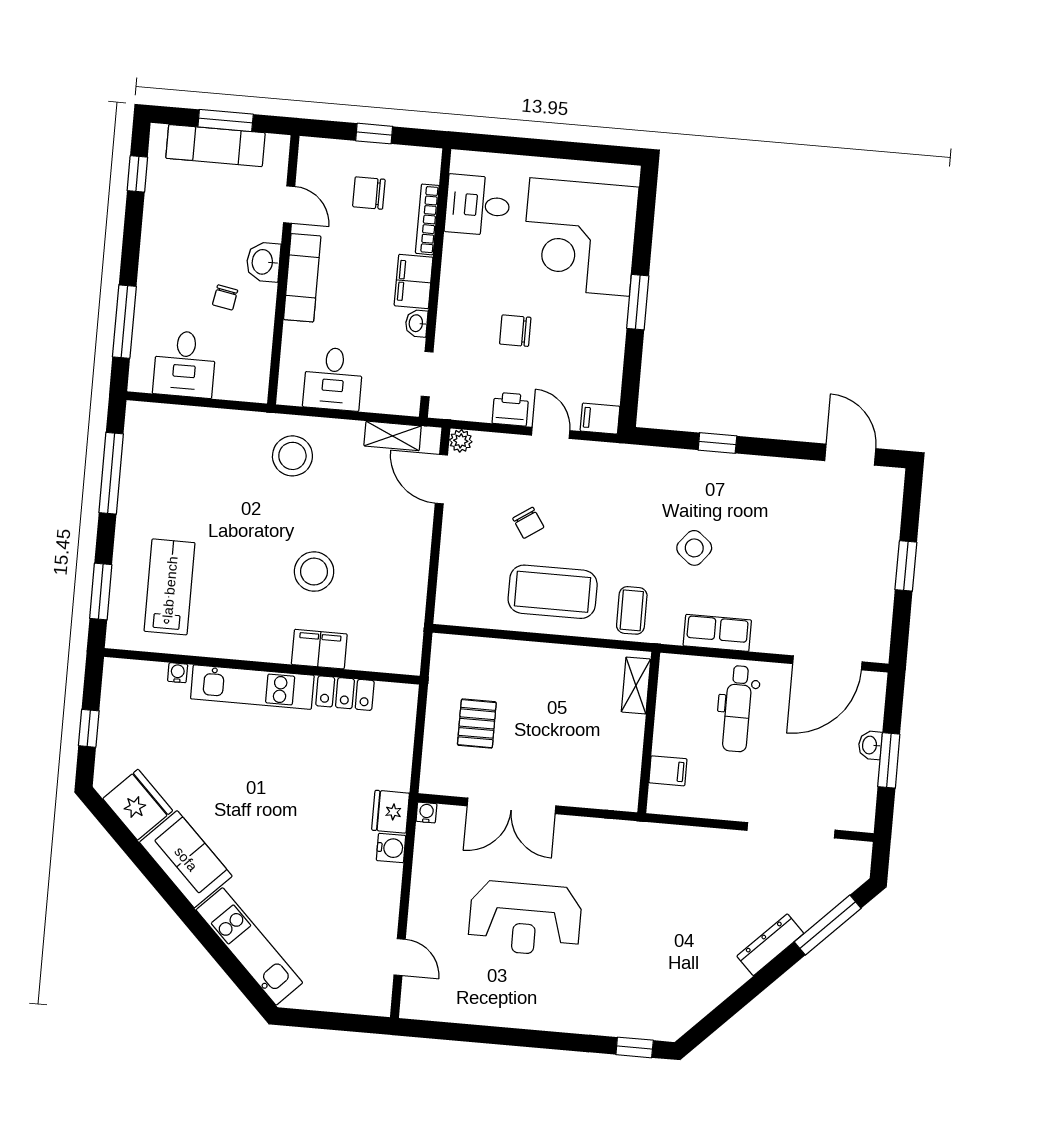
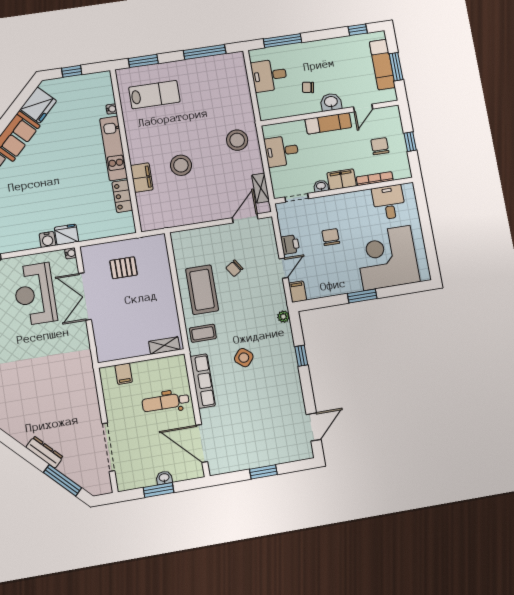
plant: (461, 441) -> (283, 317), moved
row of seats: (717, 633) -> (203, 381), width x1.48
reception desk: (525, 919) -> (35, 294), moved

